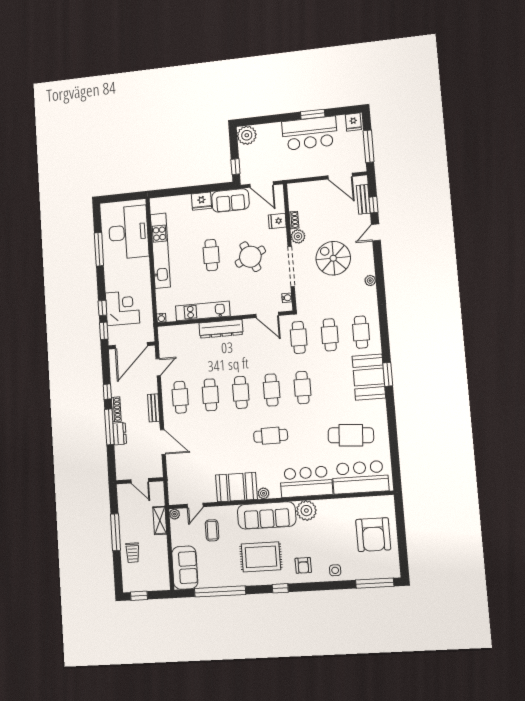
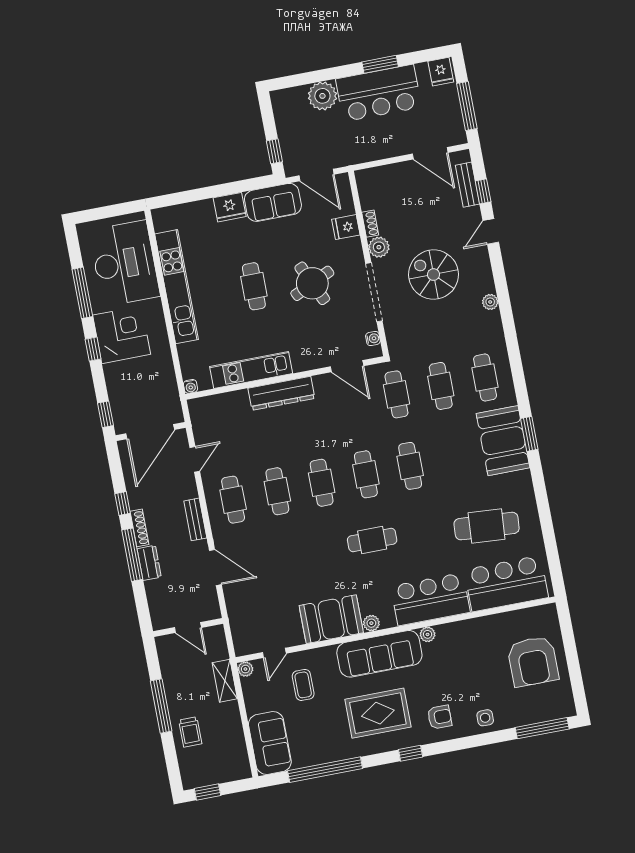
plant: (247, 135) -> (322, 96), moved
window: (102, 308) -> (93, 349), moved
corner desk: (122, 308) -> (122, 335), moved
plant: (306, 511) -> (428, 634), width x0.53, depth x0.53
armchair: (303, 565) -> (440, 717), turned -90

